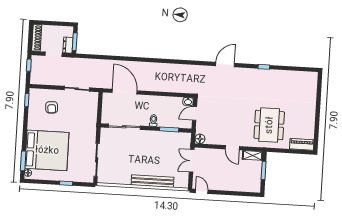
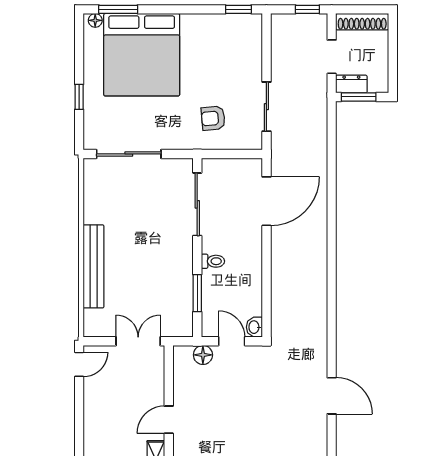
armchair: (52, 107) -> (213, 118), moved
floor lamp: (200, 139) -> (203, 355), moved

